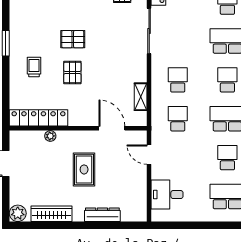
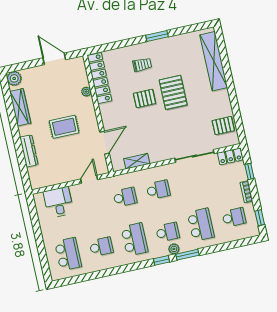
pallet: (73, 39) -> (173, 92), width x1.50, depth x1.42

